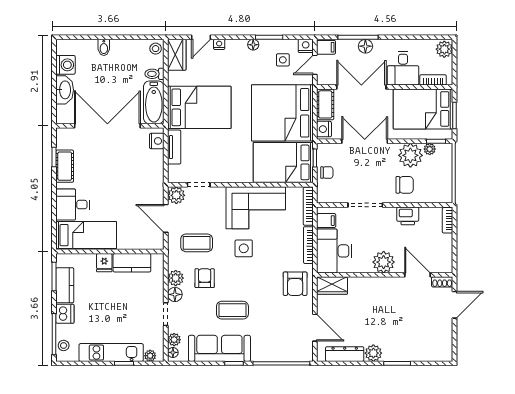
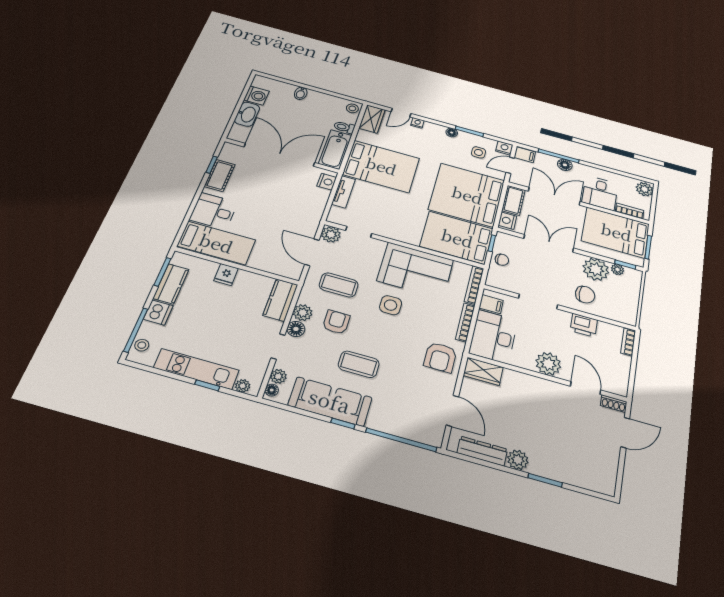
kitchen counter: (132, 263) -> (280, 300), moved, turned 90

